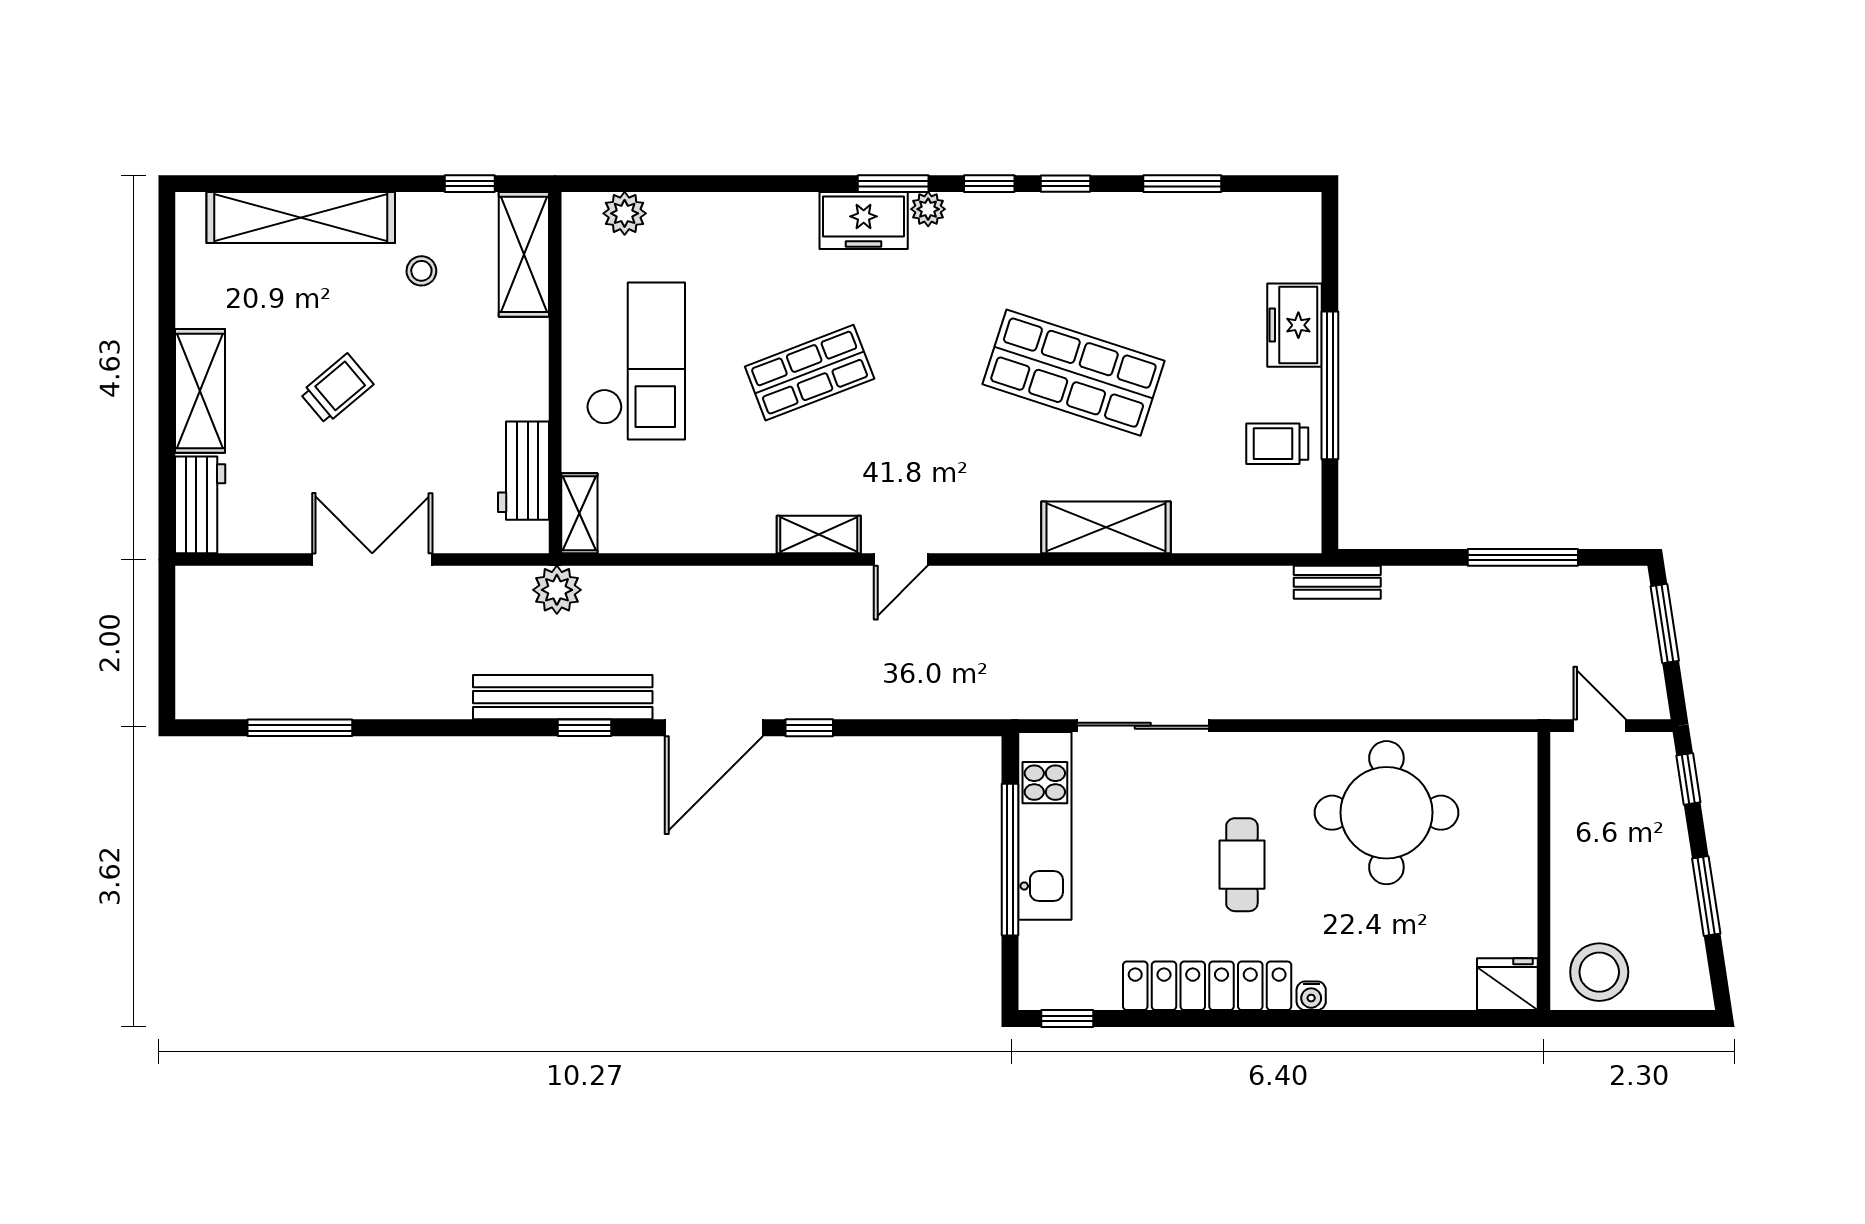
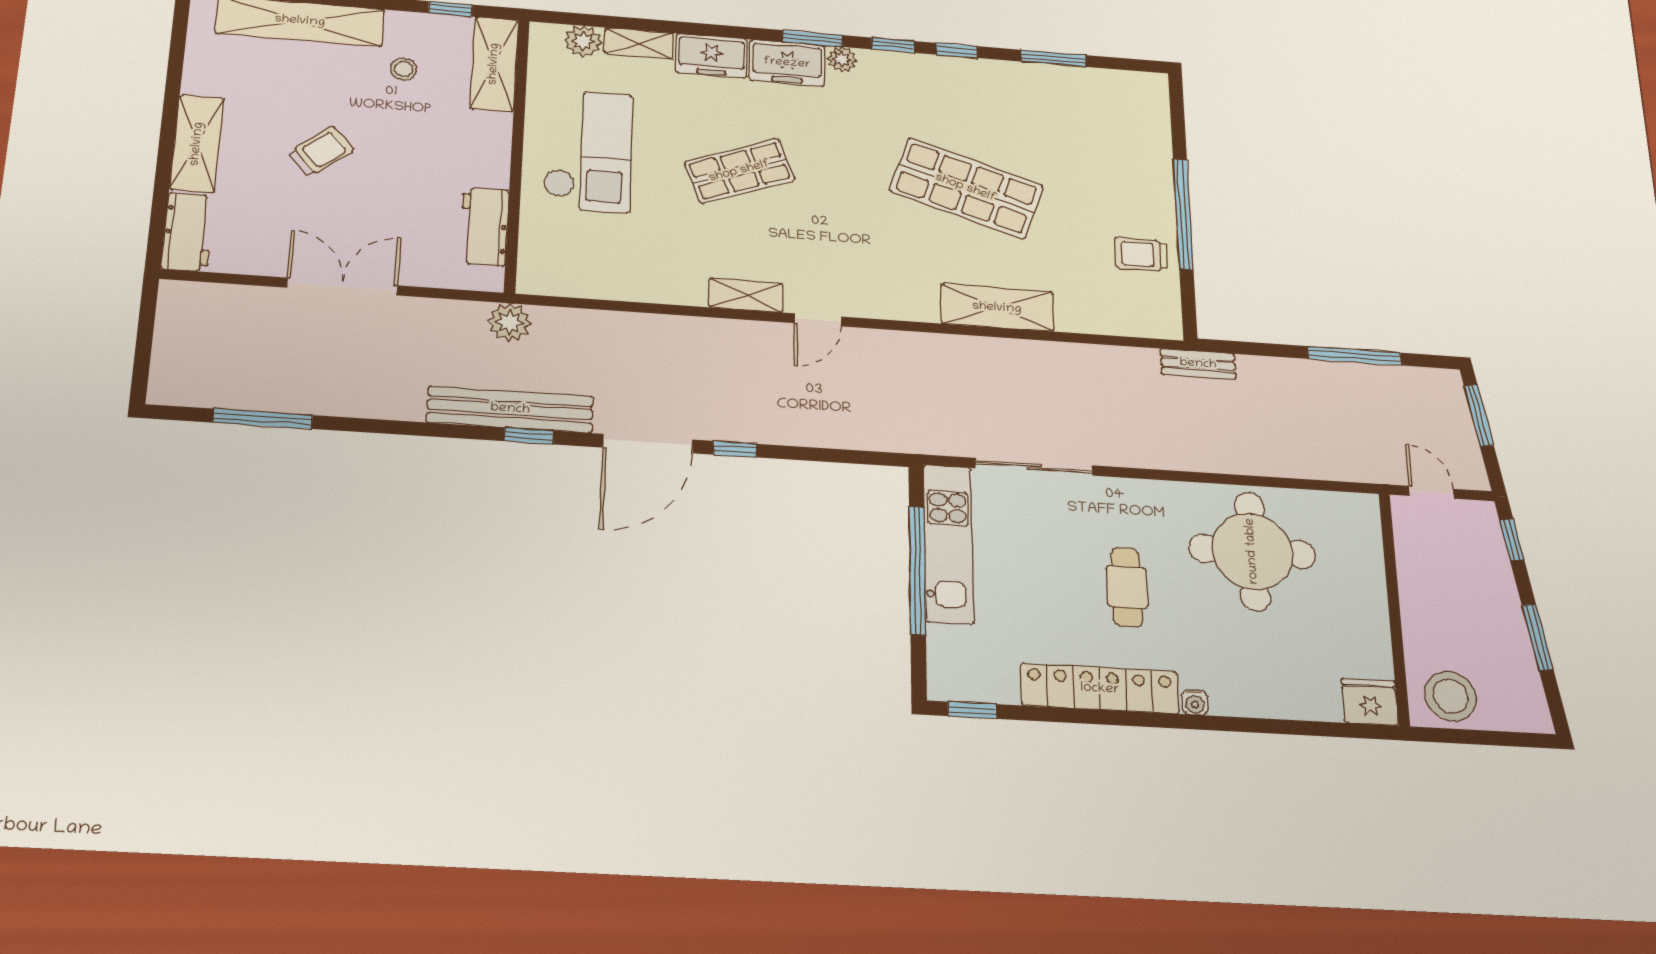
freezer: (1294, 325) -> (712, 56), moved, turned -90
shelving: (579, 513) -> (639, 43), moved, turned 90

